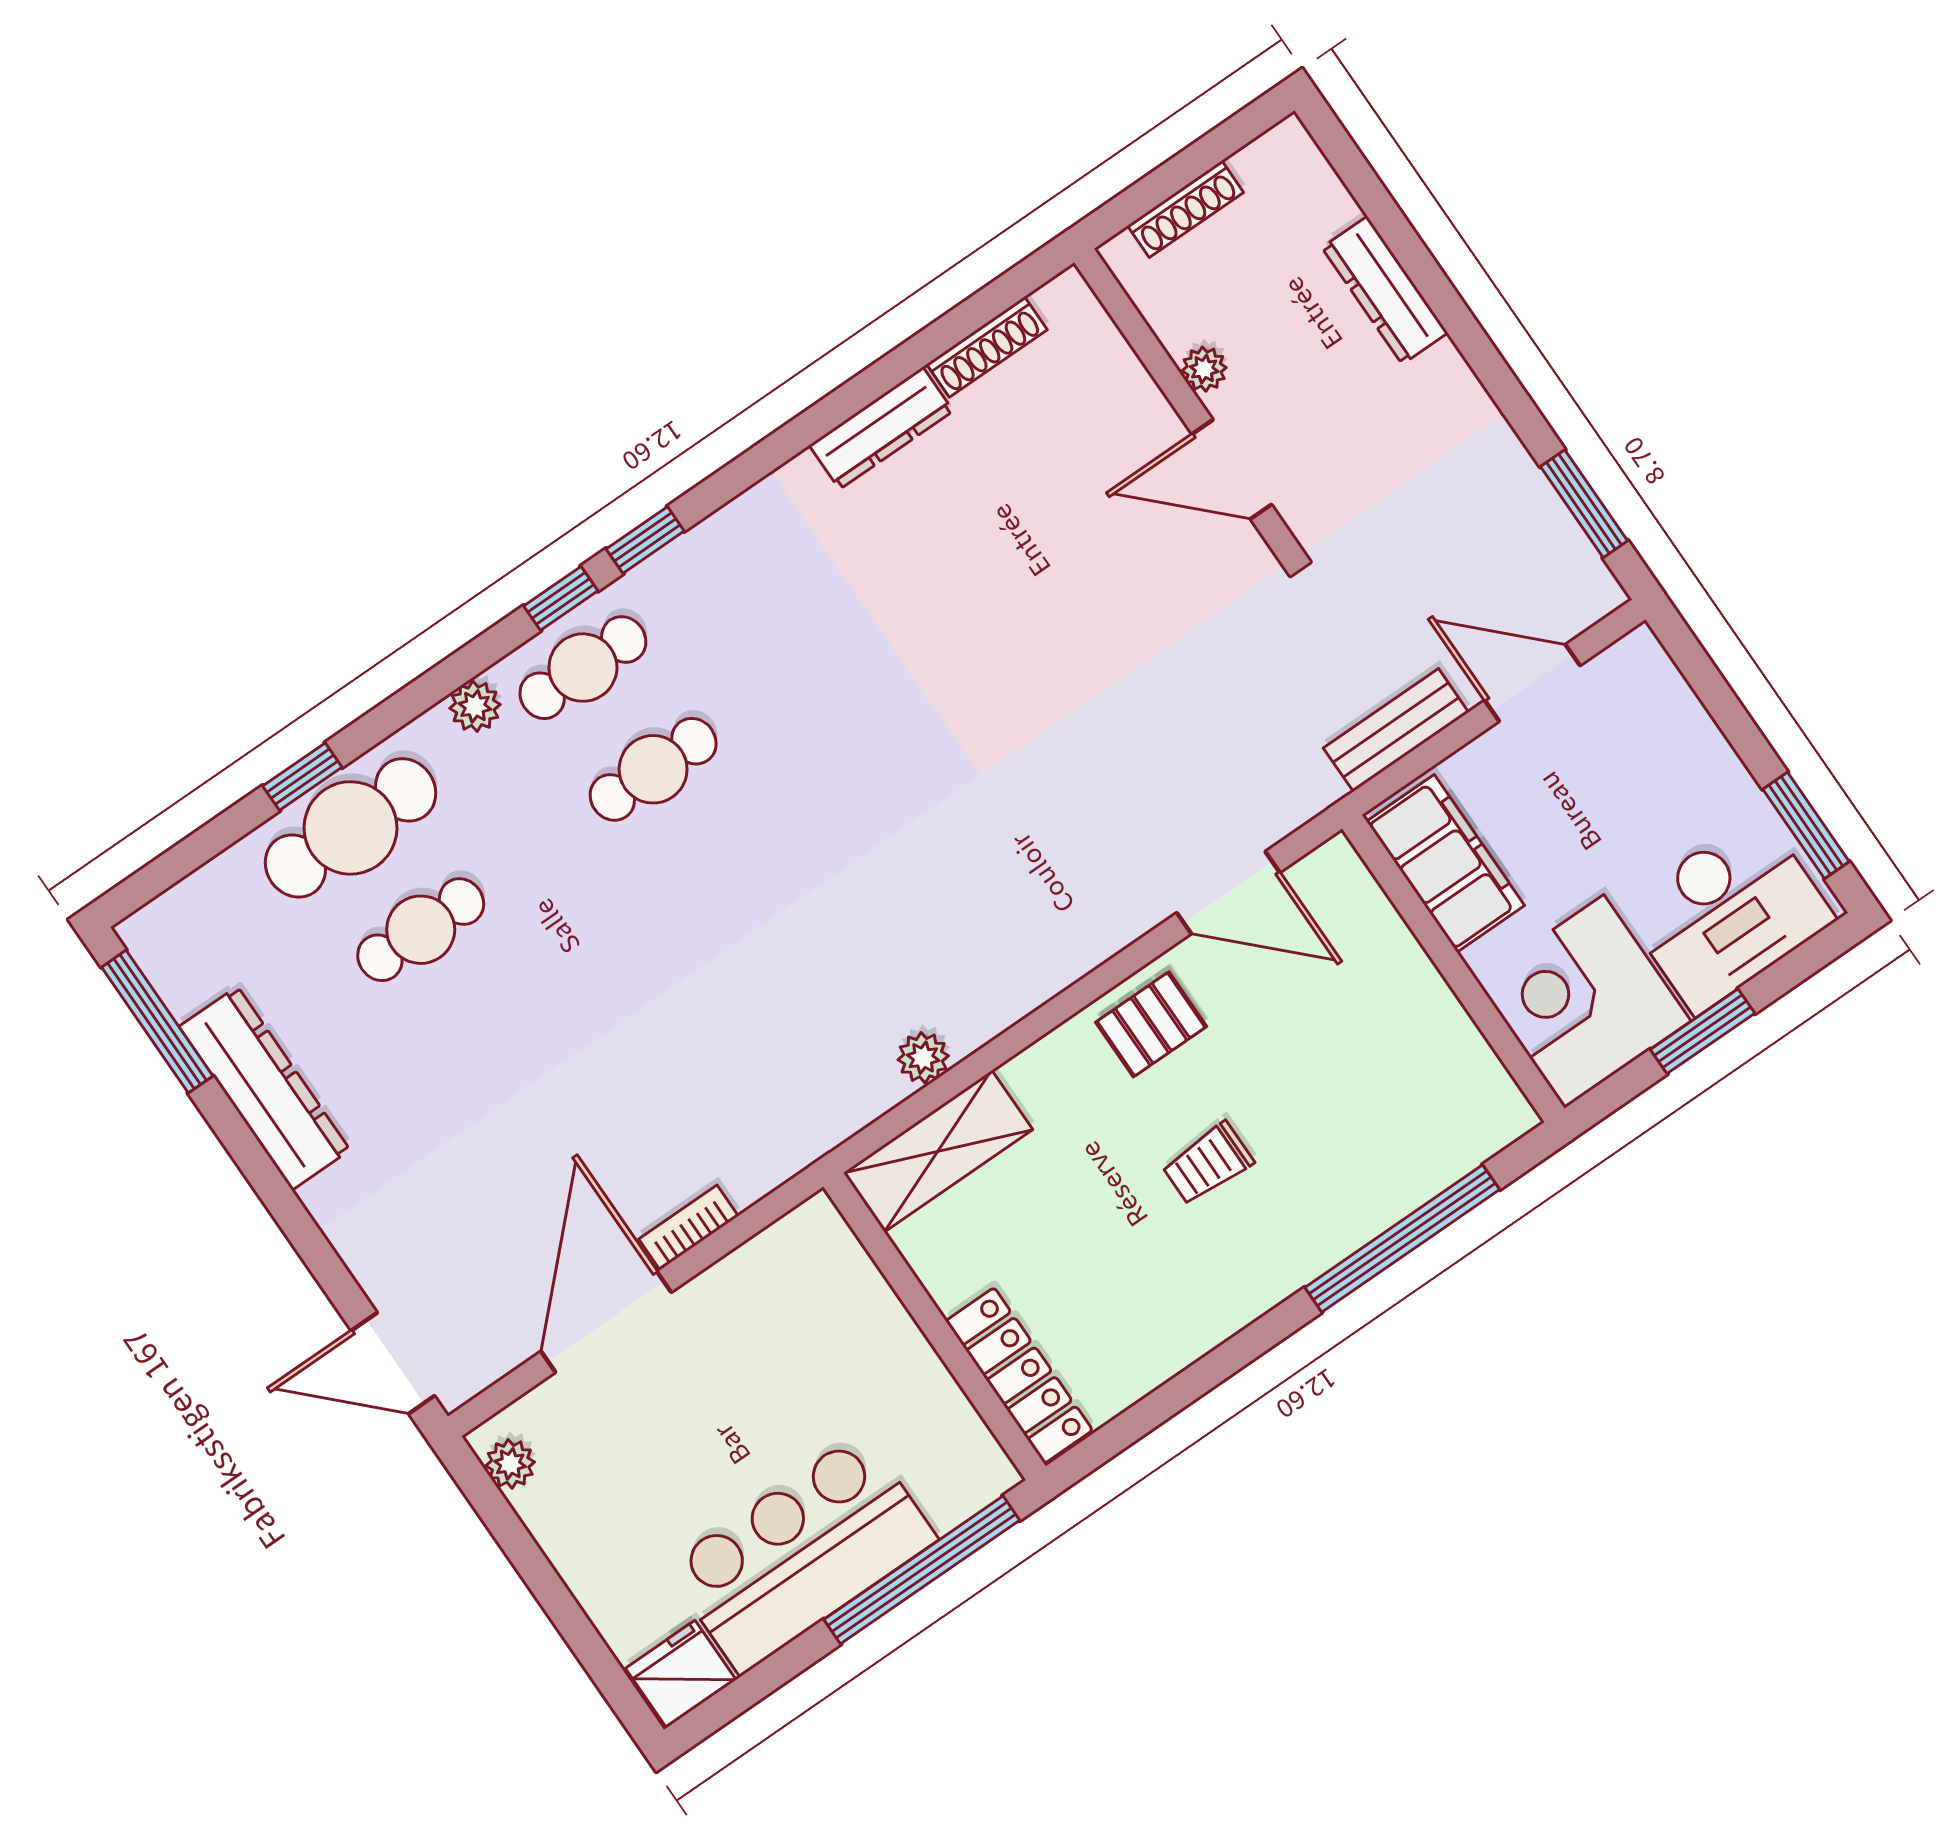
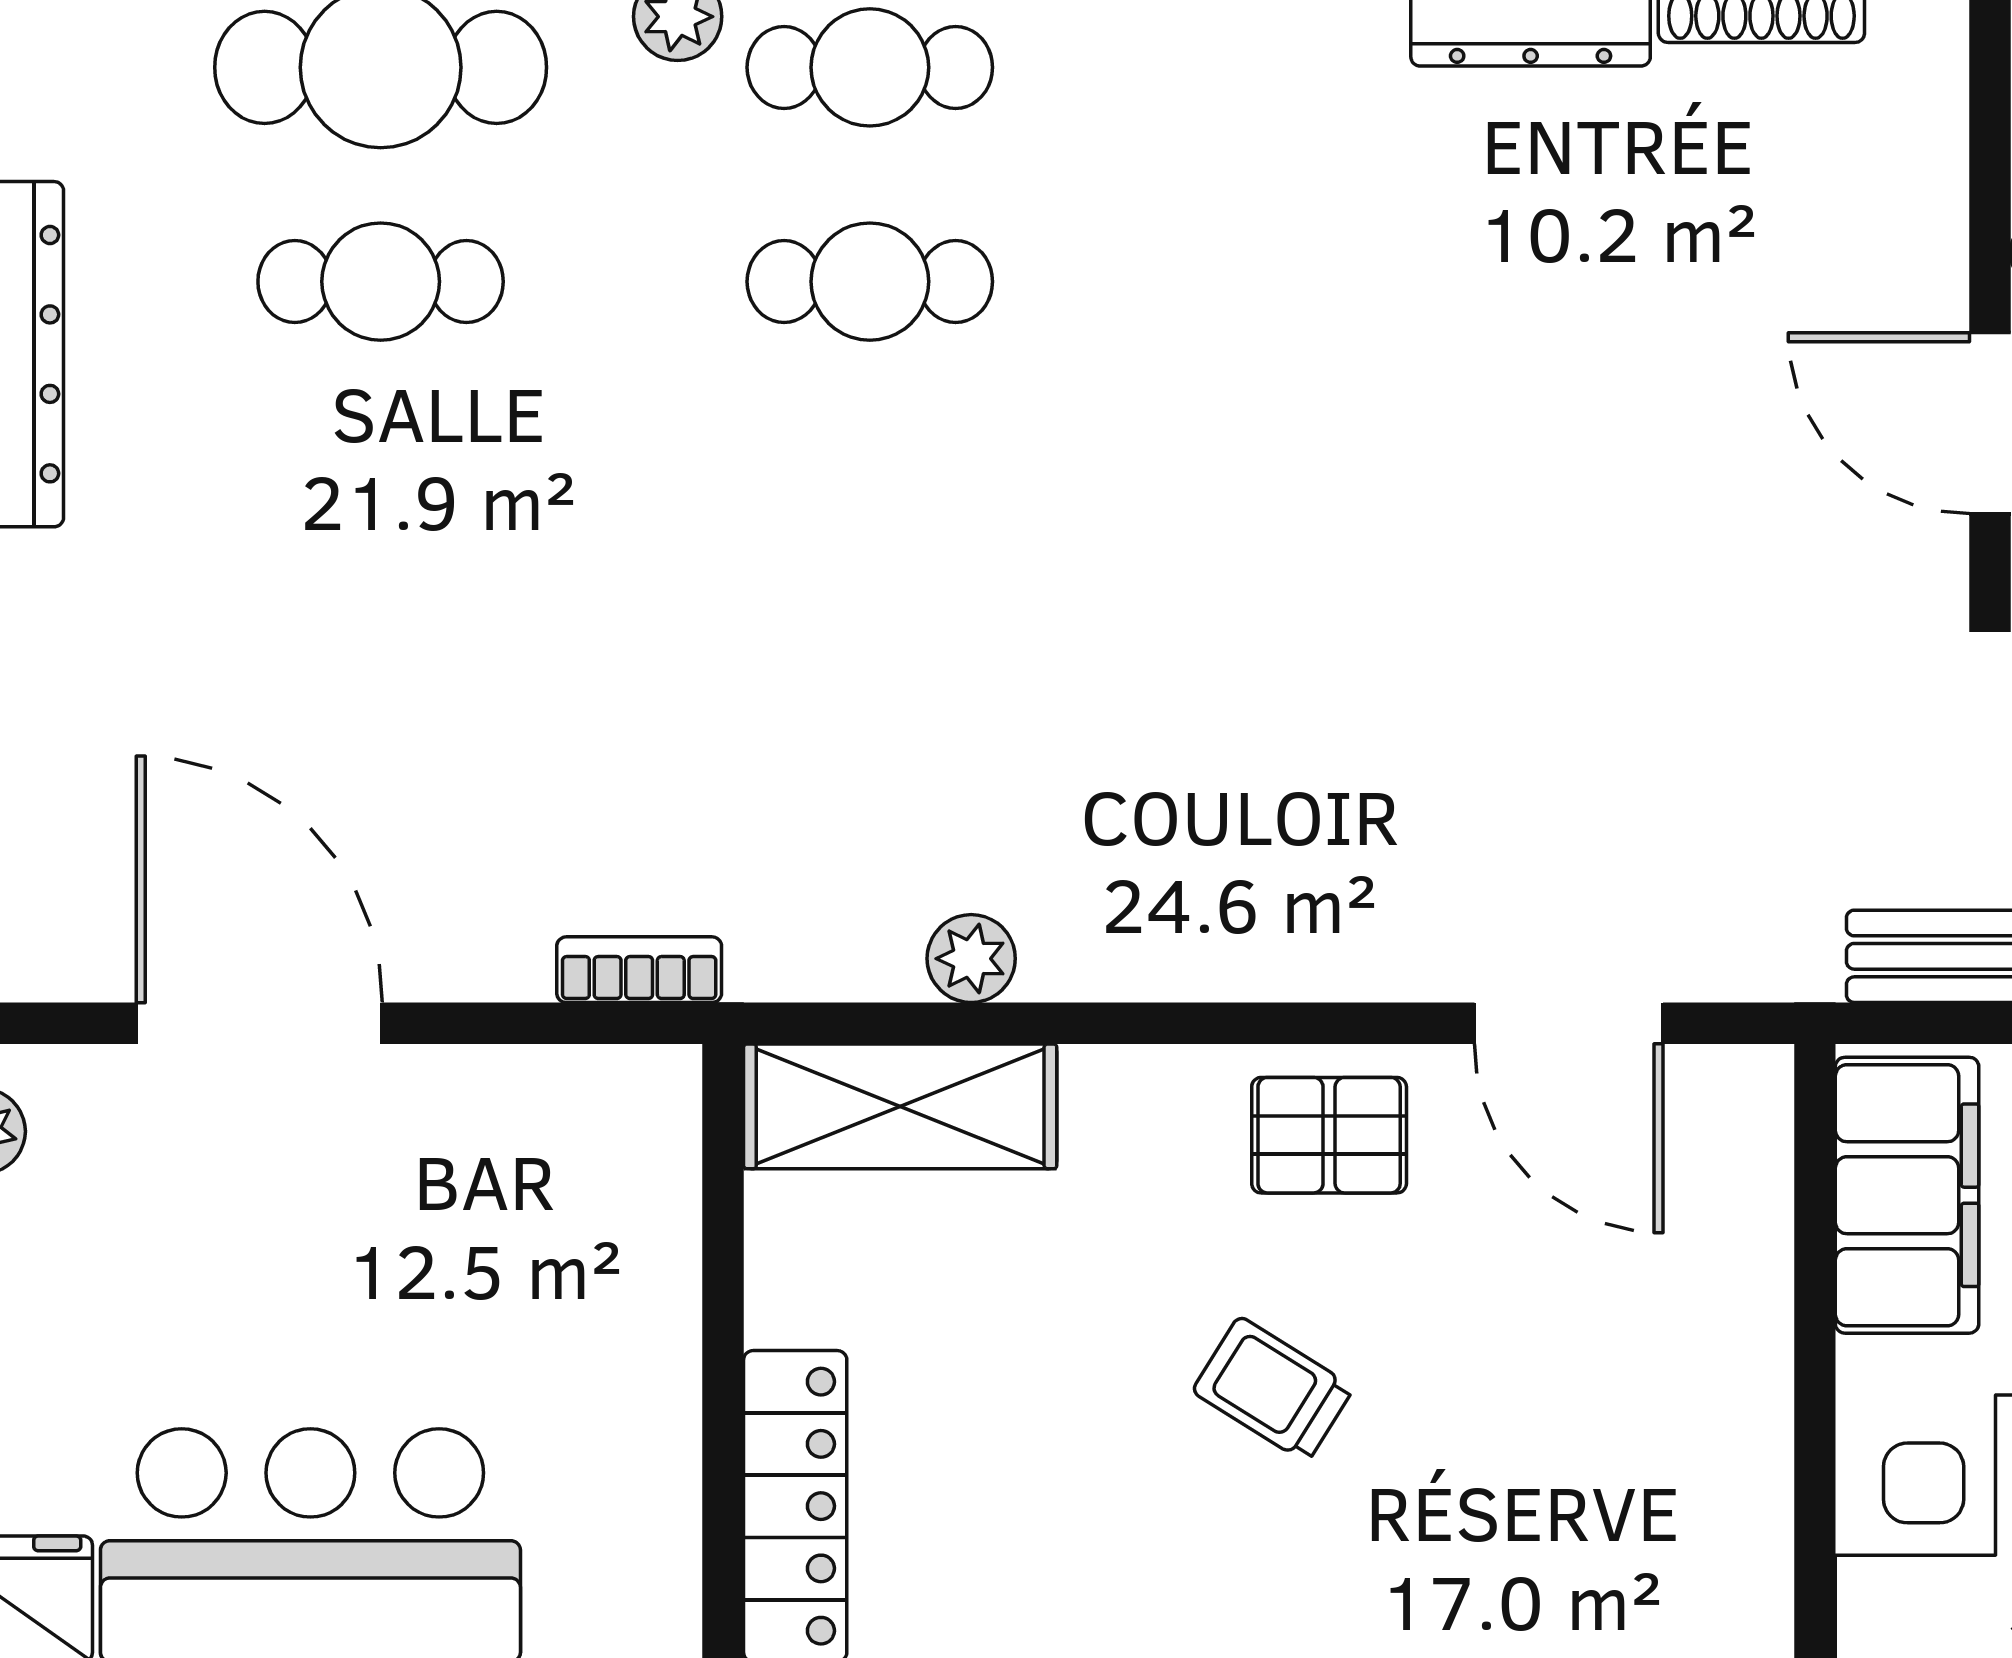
trolley: (1208, 1164) -> (1273, 1389), turned 32
bookcase: (688, 1227) -> (639, 970), moved
door: (606, 1322) -> (259, 1023), hinge flipped

